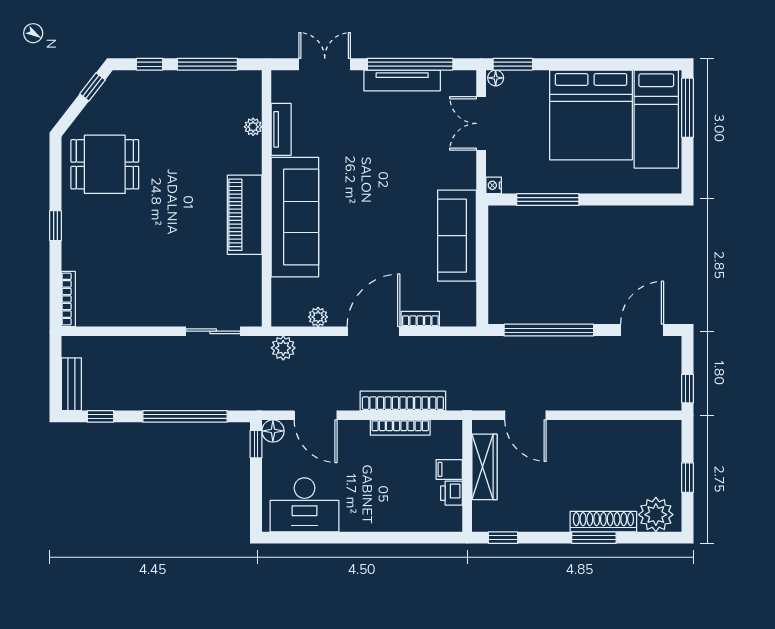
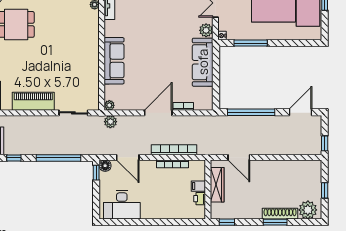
plant: (464, 175) -> (206, 30), added
piano: (245, 215) -> (33, 101), moved, turned 90
sofa: (295, 217) -> (114, 61), width x0.74, depth x0.79
plant: (318, 317) -> (109, 105), moved

